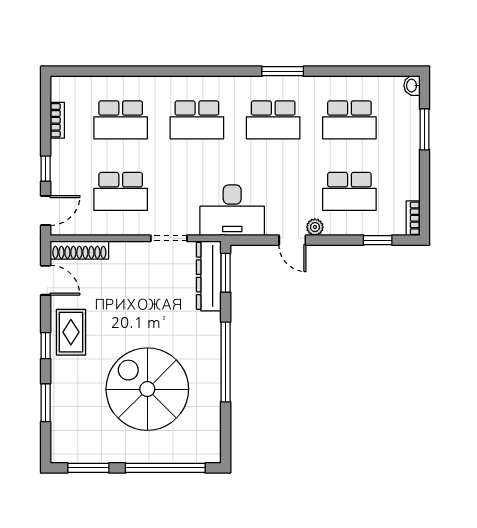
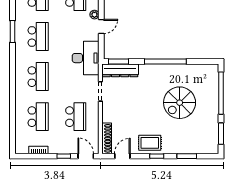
spiral stairs: (147, 389) -> (180, 103), width x0.73, depth x0.73

